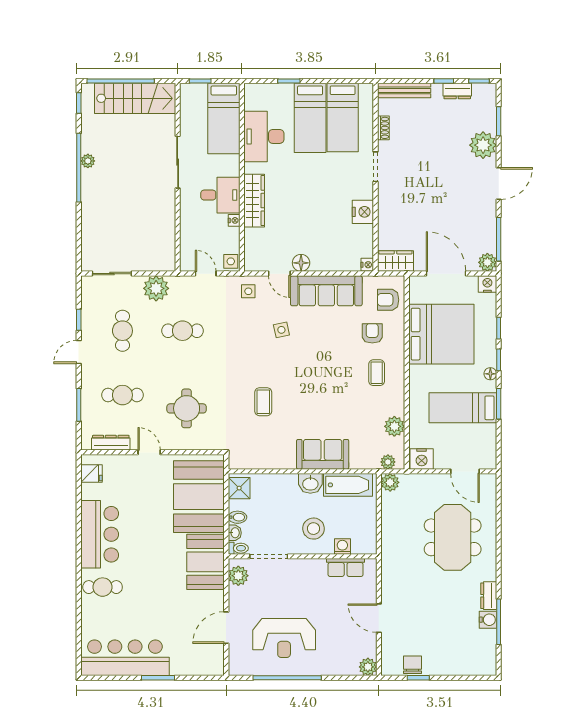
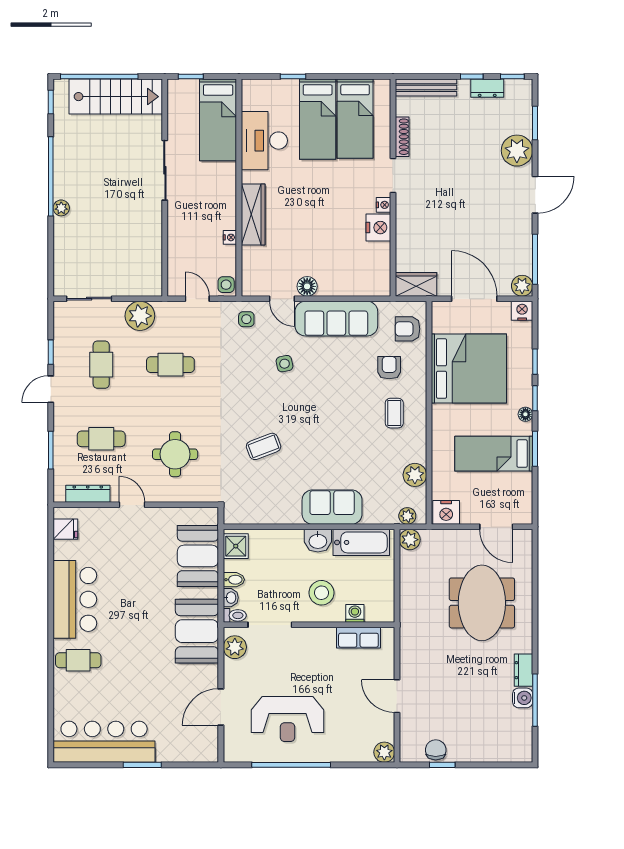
shoe rack: (383, 128) -> (402, 137), width x1.43
plant: (88, 161) -> (61, 208), moved
desk: (220, 195) -> (214, 208), removed
nightstand: (367, 265) -> (383, 205), moved
coffee table: (263, 402) -> (264, 446), turned 69
booth: (199, 497) -> (198, 556), width x0.73, depth x0.70

